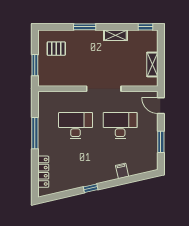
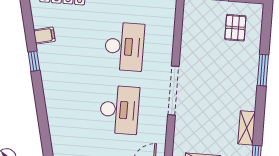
shelving: (115, 35) -> (247, 128), moved
filing cabinet: (122, 171) -> (44, 36), moved

